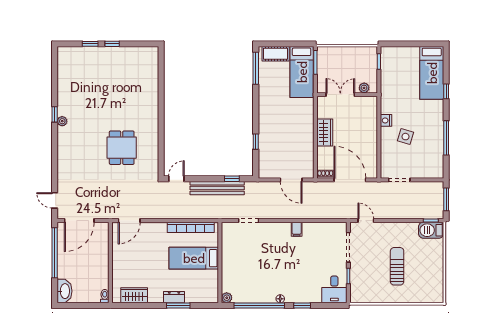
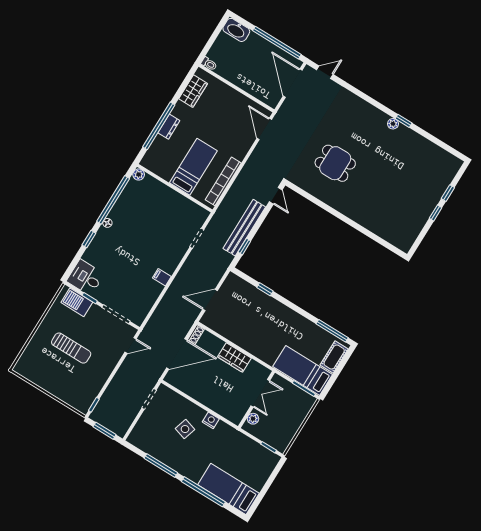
window: (446, 91) -> (203, 492), width x3.17
barbecue: (431, 230) -> (77, 302), moved, turned -90
window: (178, 306) -> (159, 126), width x2.11

